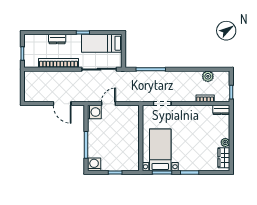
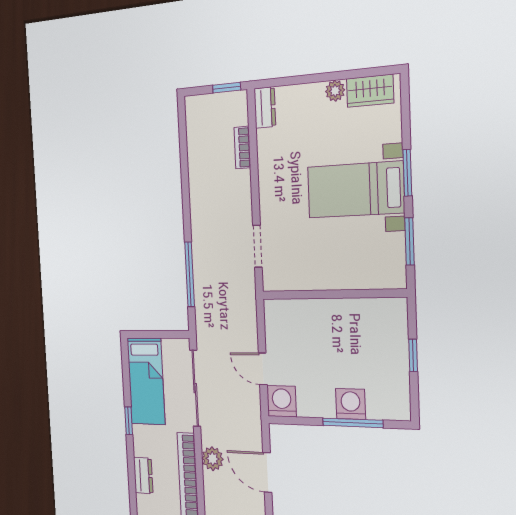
plant: (208, 76) -> (213, 459), moved
door: (62, 104) -> (267, 472), swing flipped
bed with nightstands: (160, 150) -> (355, 190), moved
washing machine: (94, 164) -> (351, 404), moved, turned 90

